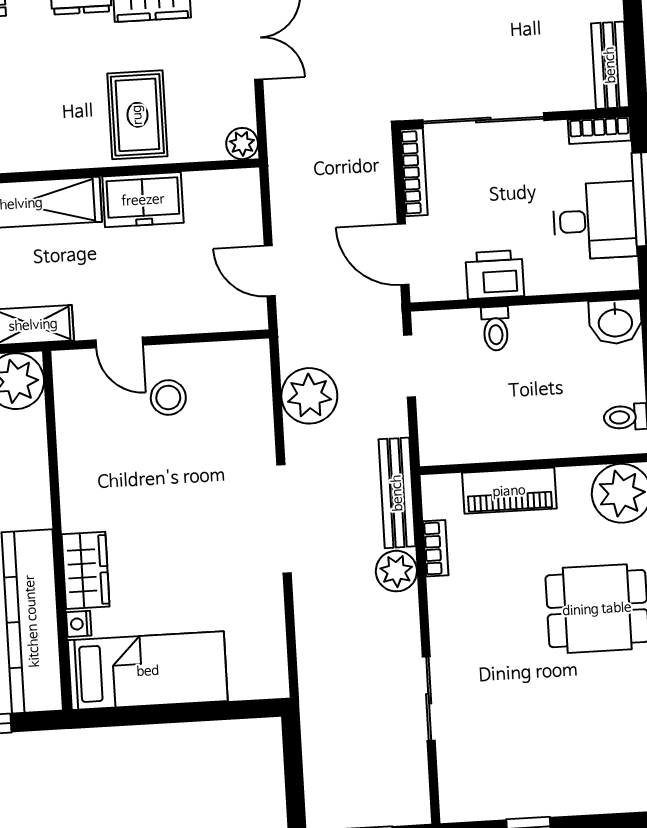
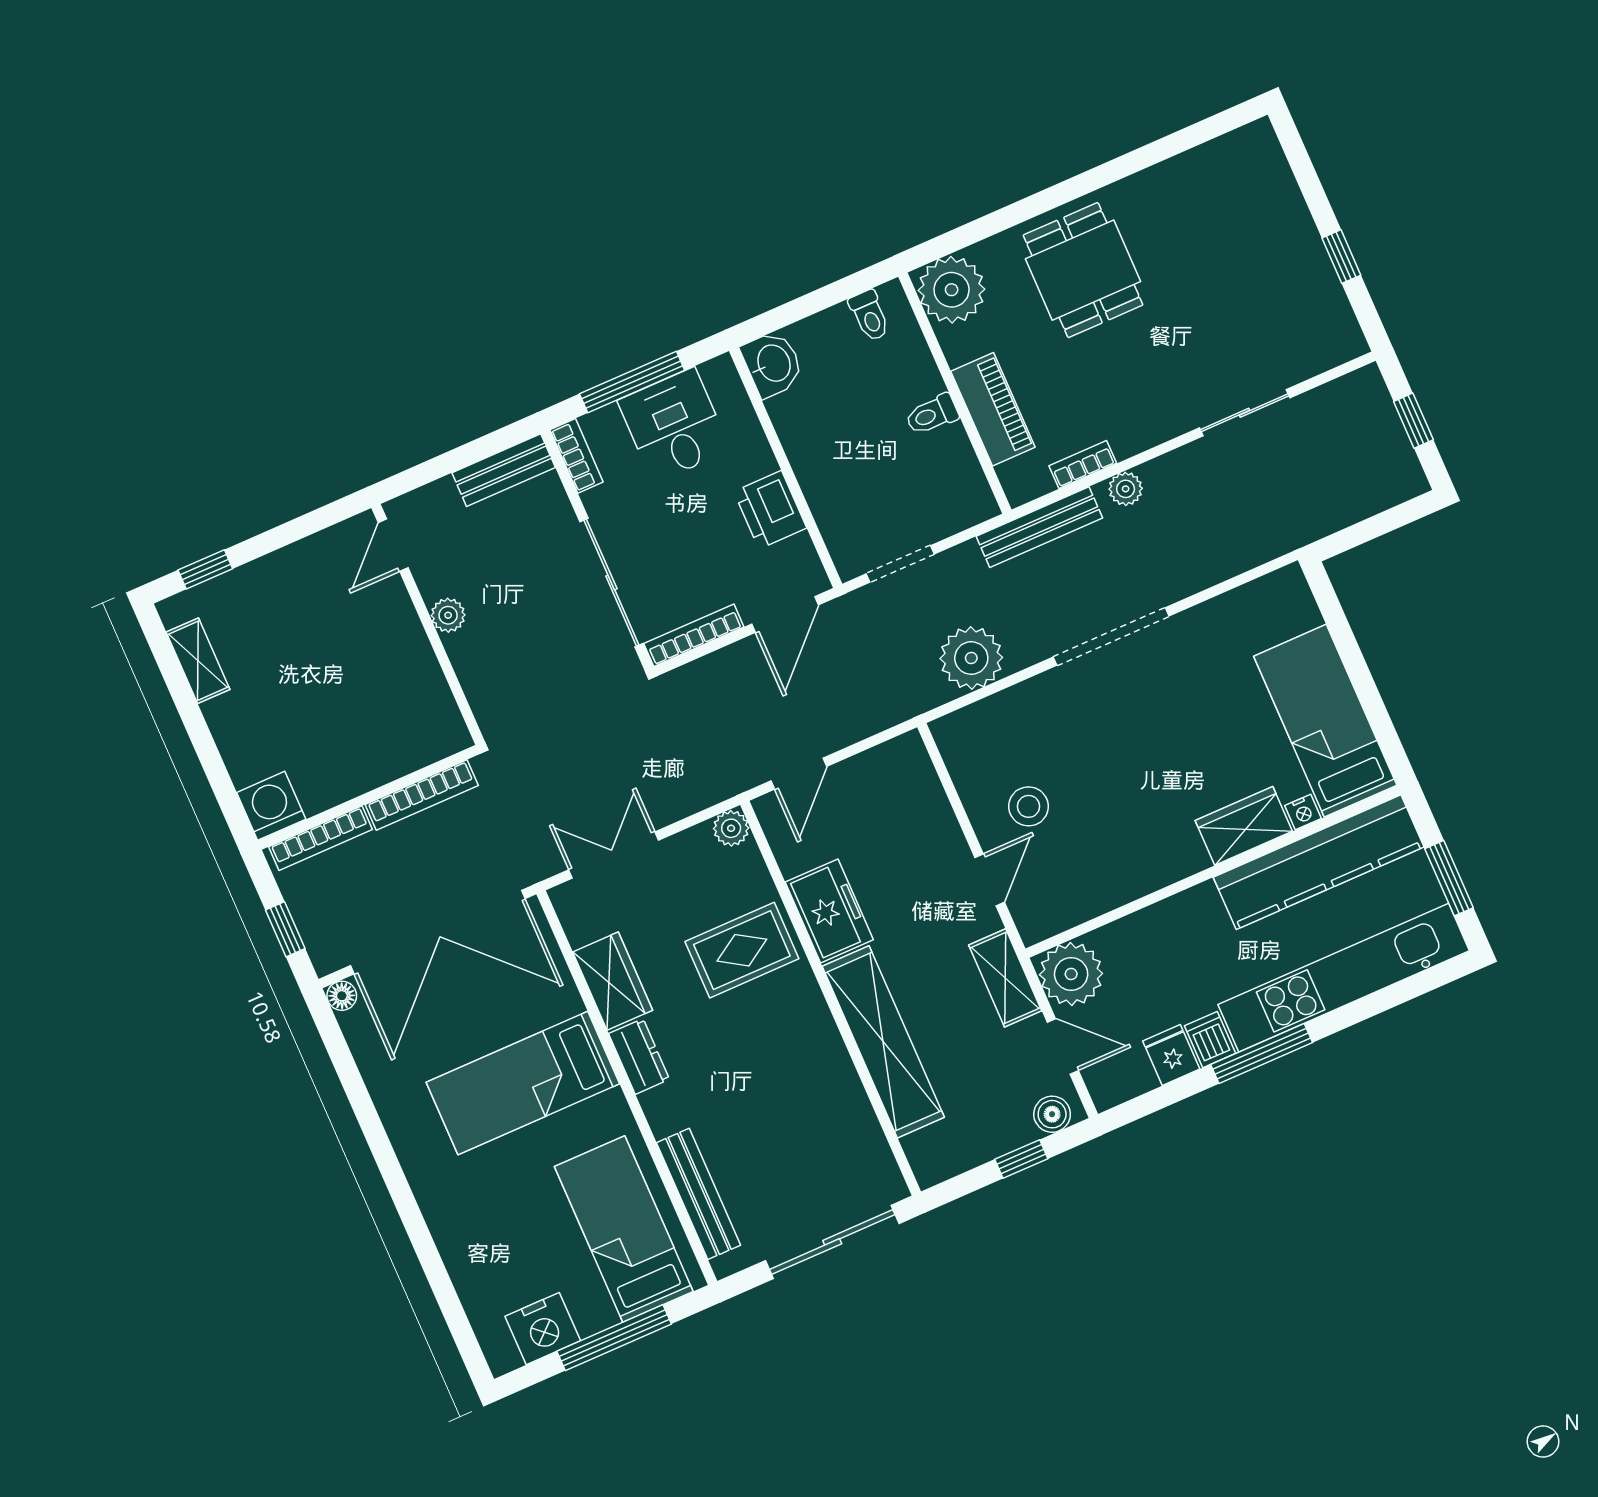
door: (270, 271) -> (799, 774), moved
toilet: (496, 329) -> (932, 415), moved, turned 180
plant: (396, 571) -> (1126, 489), width x0.73, depth x0.73

